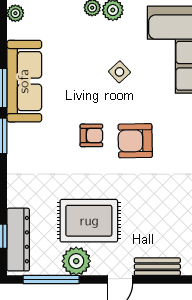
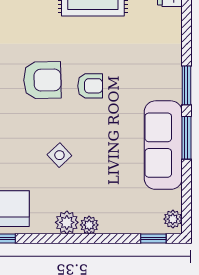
armchair: (91, 135) -> (90, 86), turned 180

